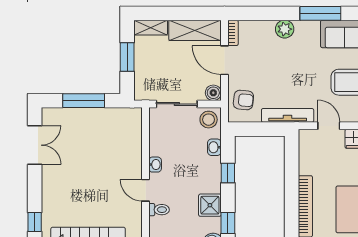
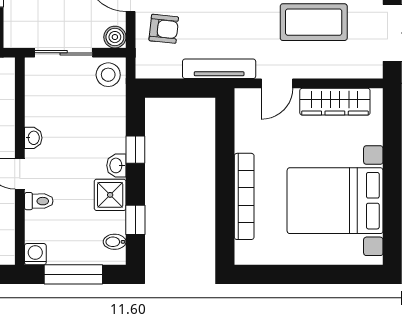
armchair: (243, 100) -> (164, 29), moved
door: (329, 126) -> (277, 83), swing flipped
washbasin: (214, 147) -> (116, 165), moved

